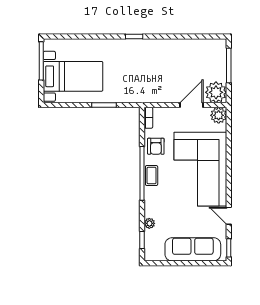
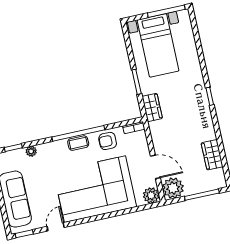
wardrobe: (192, 47) -> (212, 155), added
wardrobe: (133, 95) -> (152, 107), added

